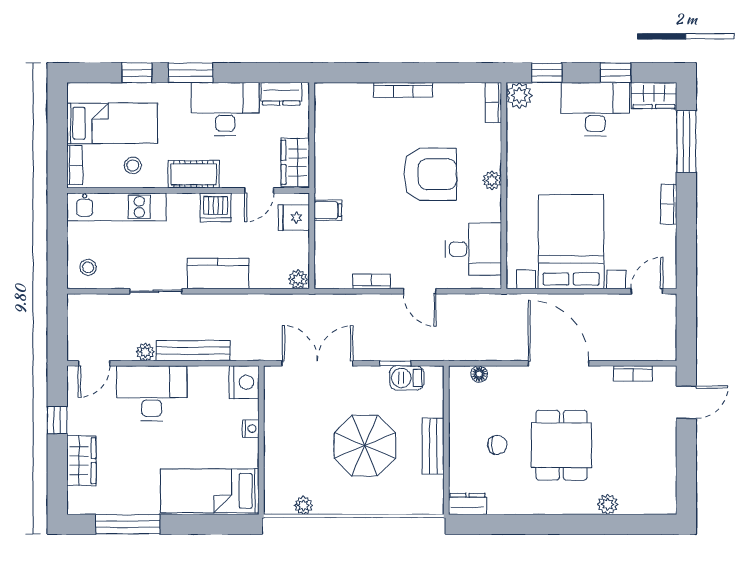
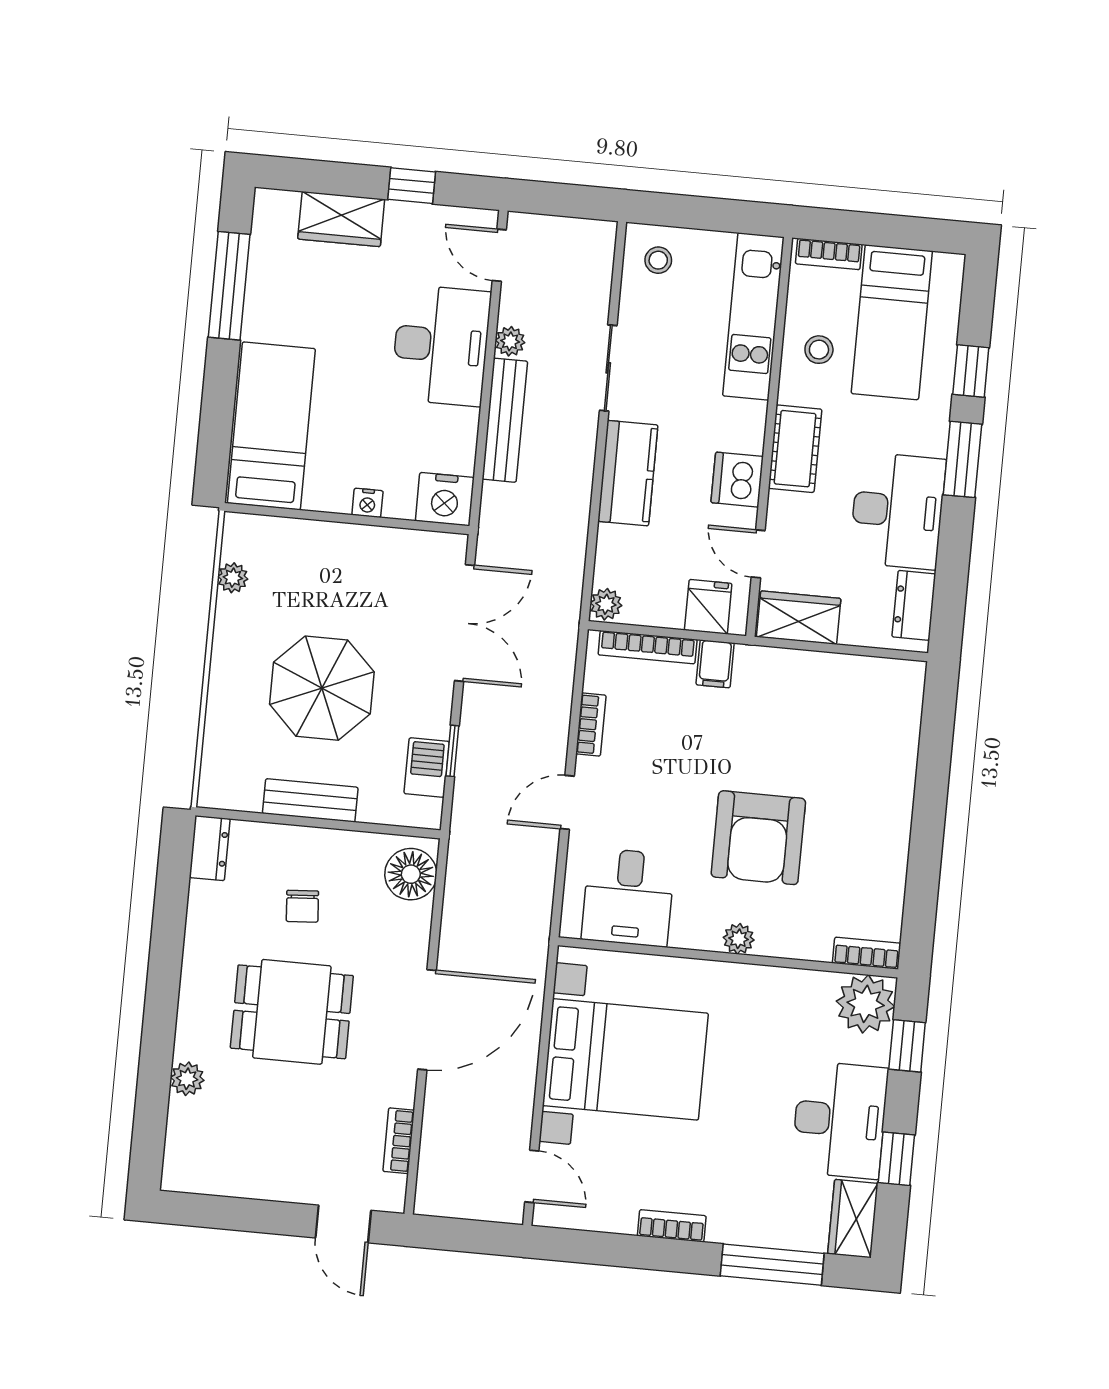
bookcase: (403, 90) -> (648, 647), moved, turned -90
plant: (519, 95) -> (866, 1004), width x1.36, depth x1.36
floor lamp: (479, 374) -> (411, 874), width x1.89, depth x1.89

